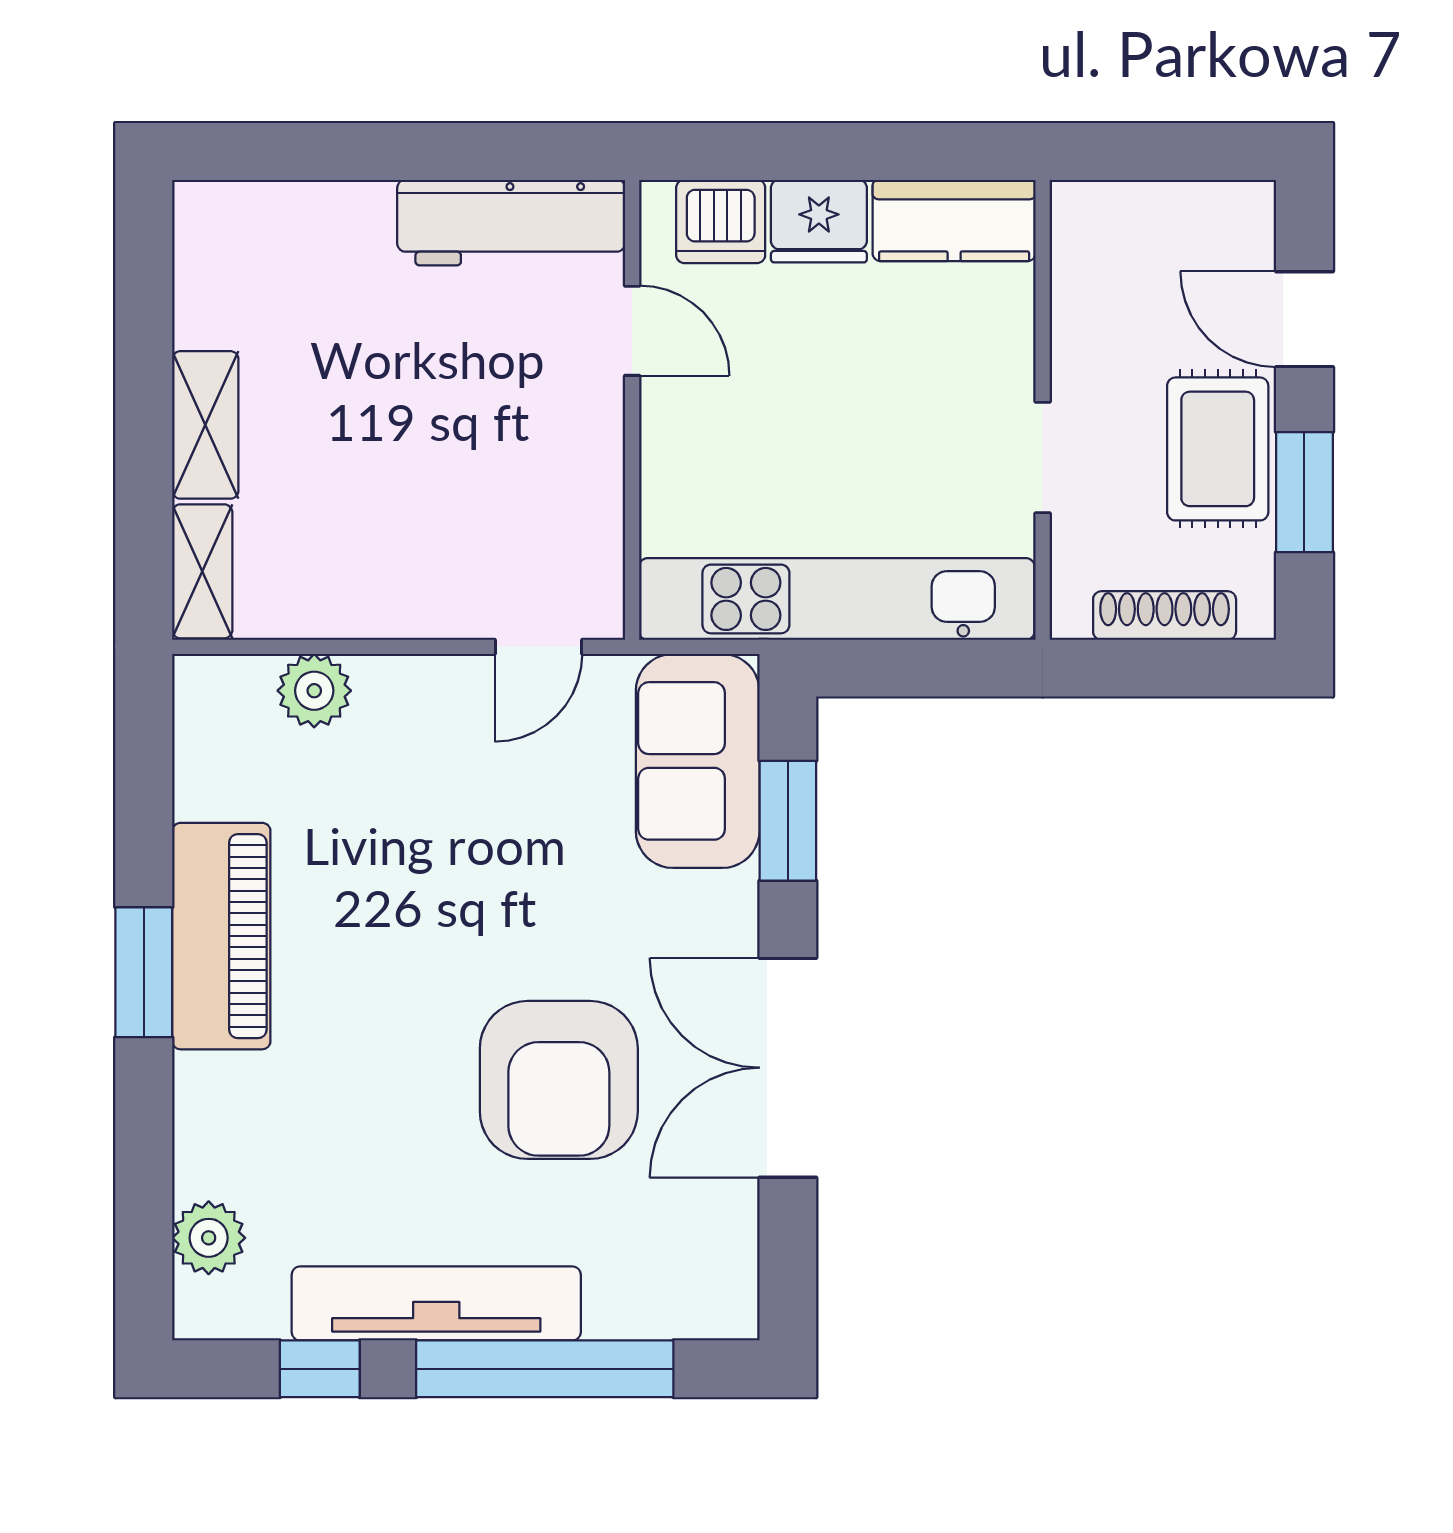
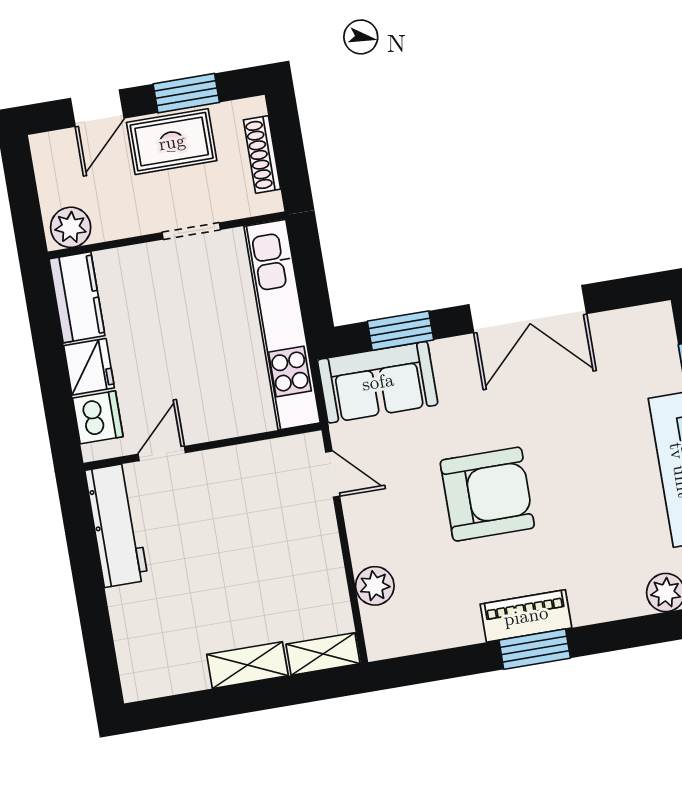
plant: (1088, 231) -> (71, 227), added
piano: (221, 936) -> (526, 616), width x0.73, depth x0.75
armchair: (559, 1080) -> (487, 494), moved

